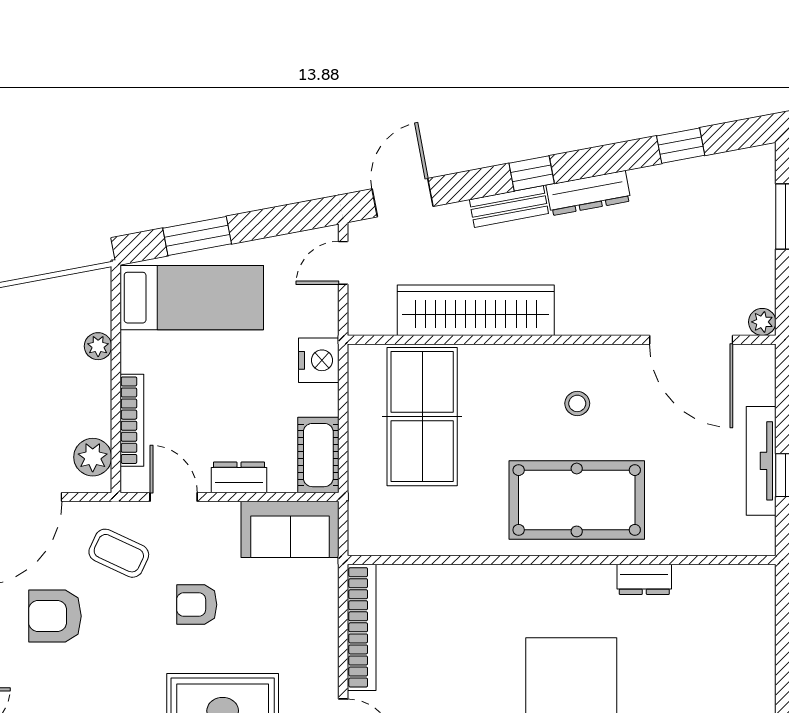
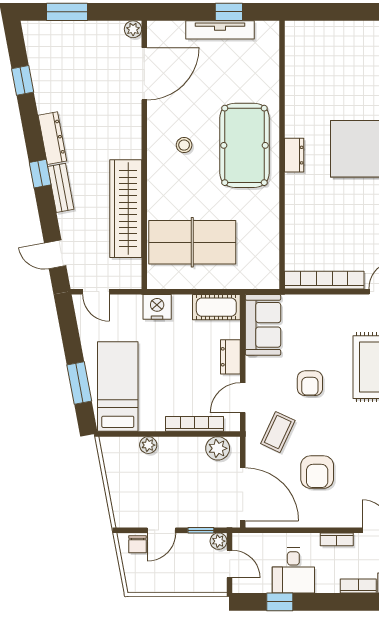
door: (403, 198) -> (55, 254), width x0.73
dresser: (644, 579) -> (294, 155), moved

